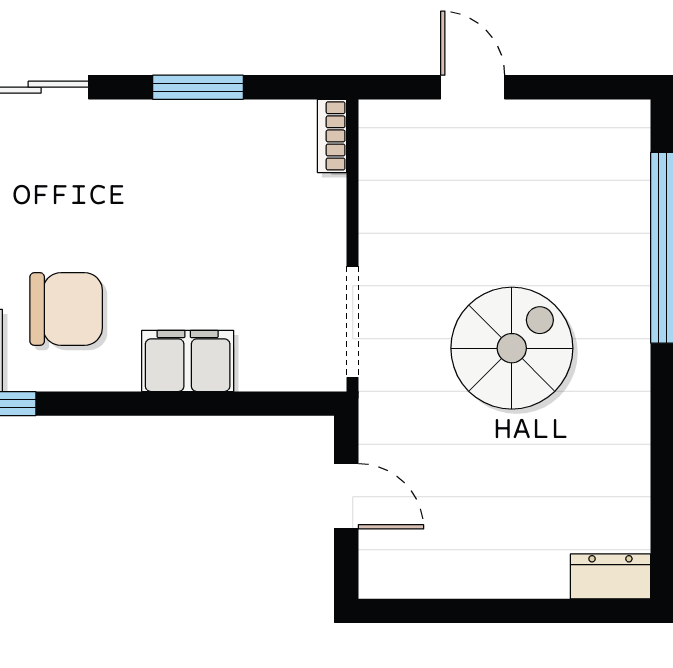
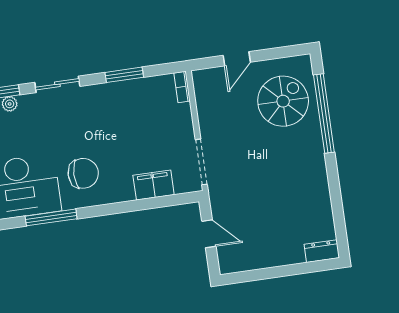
door: (473, 87) -> (237, 59), swing flipped
spiral stairs: (512, 348) -> (283, 101), moved
filing cabinet: (188, 361) -> (154, 185), moved

